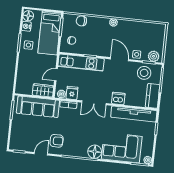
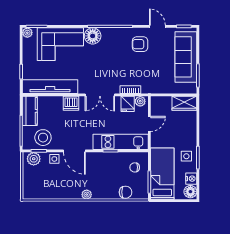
wardrobe: (43, 90) -> (184, 103), moved
double door: (94, 103) -> (100, 95), swing flipped
sofa: (38, 107) -> (186, 57), moved, turned -90
door: (41, 154) -> (157, 26), swing flipped

